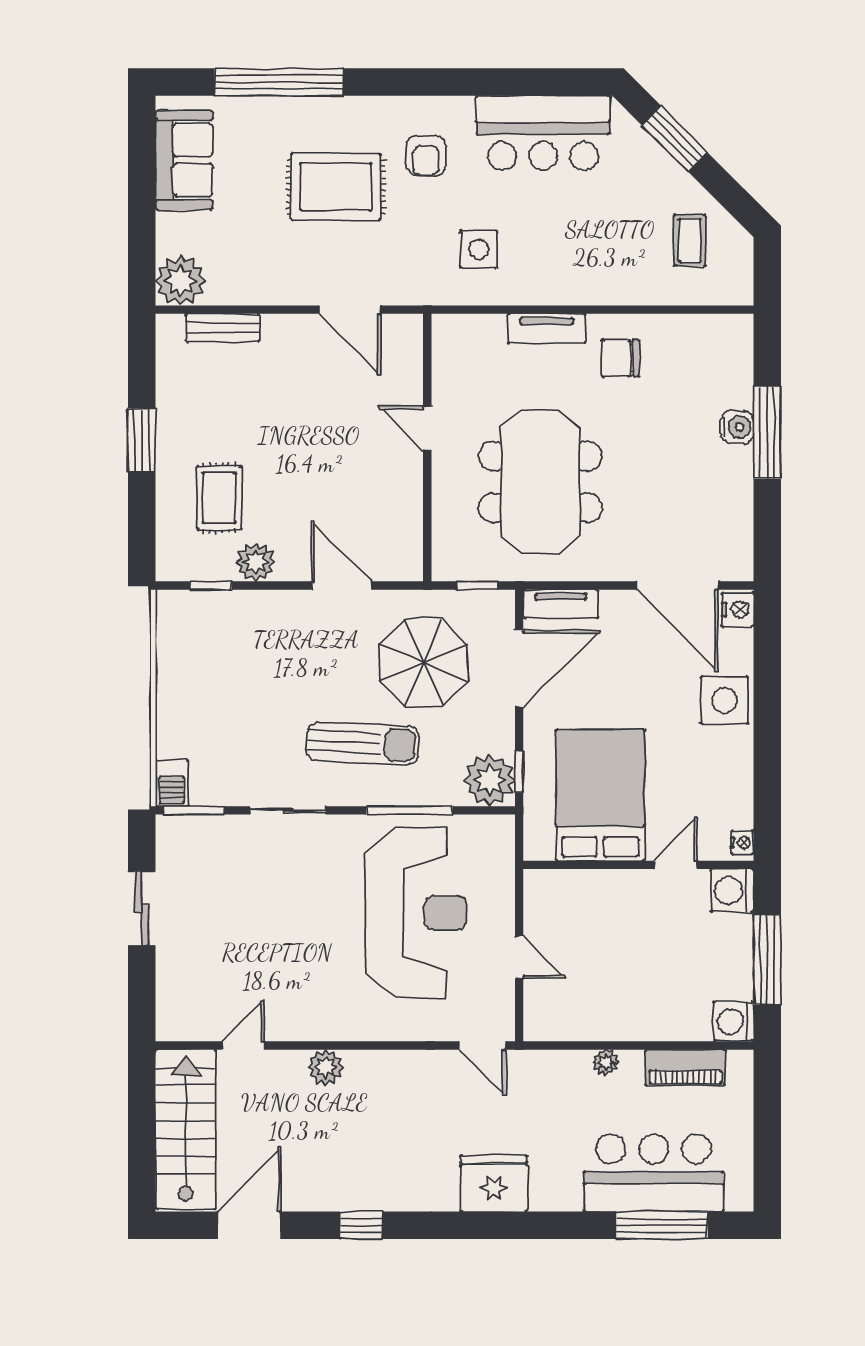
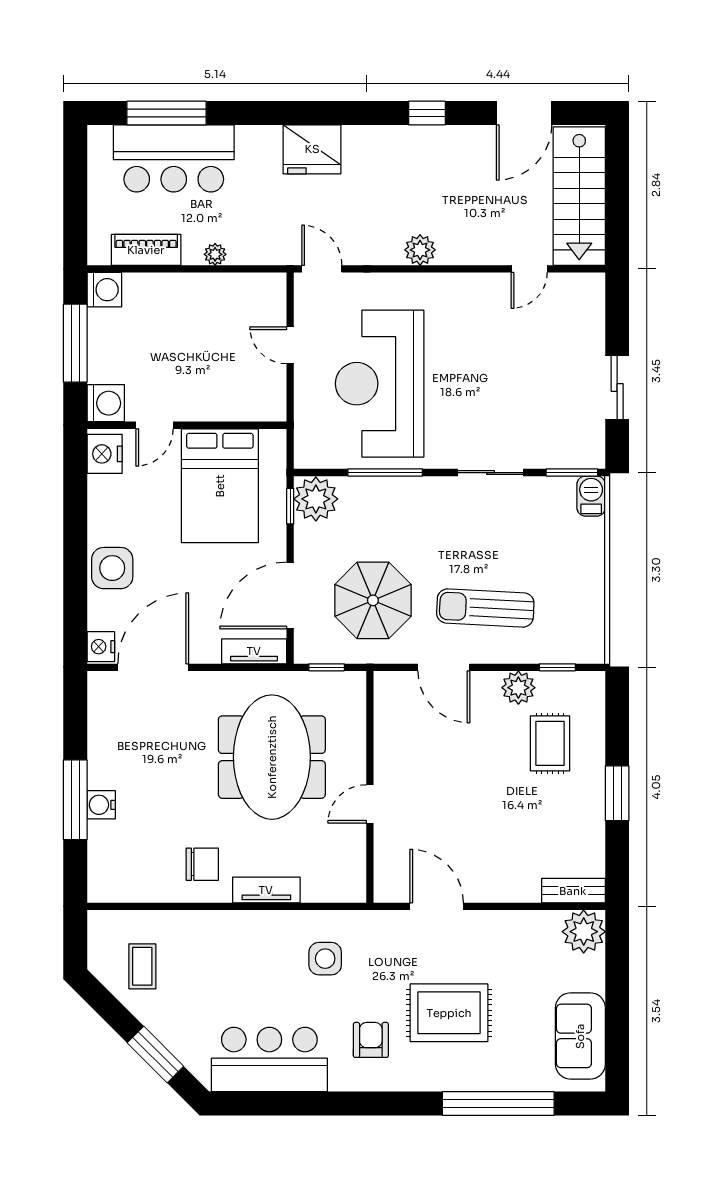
bench: (223, 328) -> (573, 891), moved
door: (427, 428) -> (370, 804), swing flipped
door: (677, 586) -> (153, 667), hinge flipped
sun lounger: (363, 743) -> (485, 608), moved
nightstand: (742, 843) -> (105, 454), width x1.89, depth x1.79
plant: (326, 1067) -> (420, 250), moved

